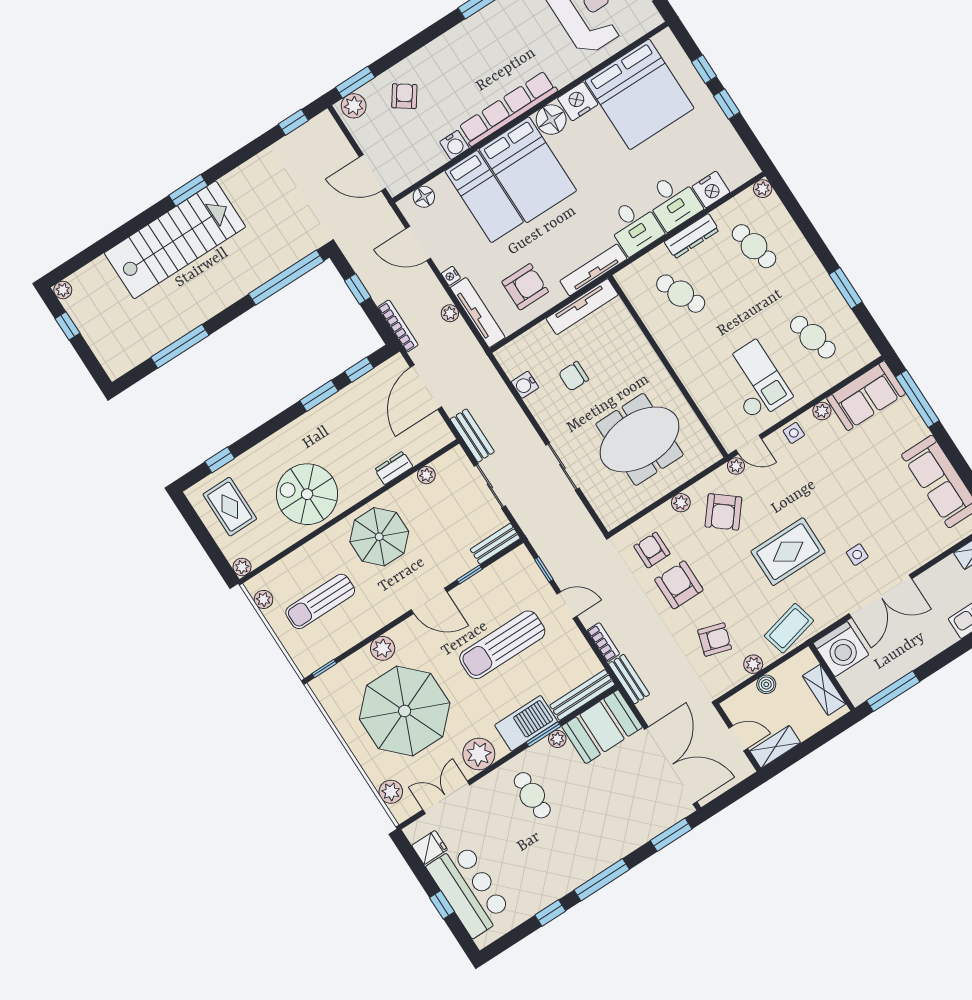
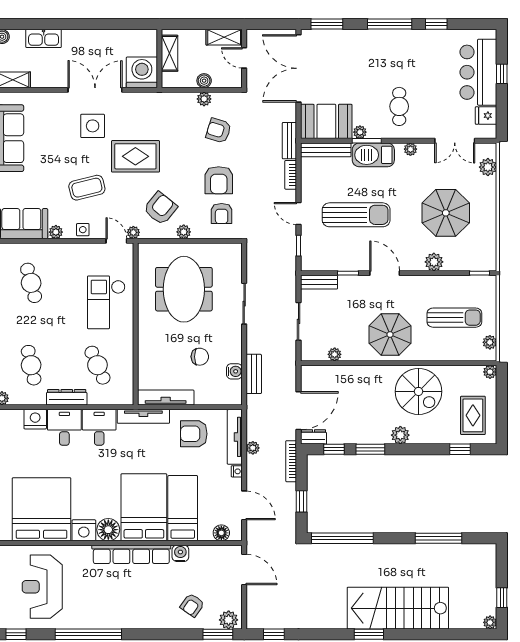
checkout: (754, 381) -> (106, 302), moved
plant: (296, 433) -> (400, 435), added
bench: (472, 436) -> (254, 374), moved
meeting table: (639, 439) -> (184, 289), turned 90
dresser: (394, 468) -> (313, 437), moved, turned 180
side table: (857, 555) -> (93, 126), width x1.87, depth x1.87
coffee table: (789, 628) -> (87, 188), moved
window: (893, 691) -> (126, 24), removed
parasol: (405, 711) -> (446, 213), width x0.73, depth x0.73
plant: (479, 754) -> (410, 149), width x0.53, depth x0.53

